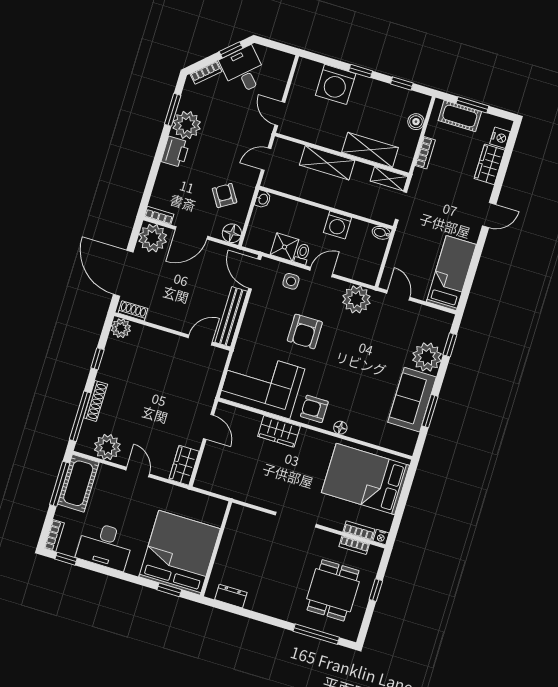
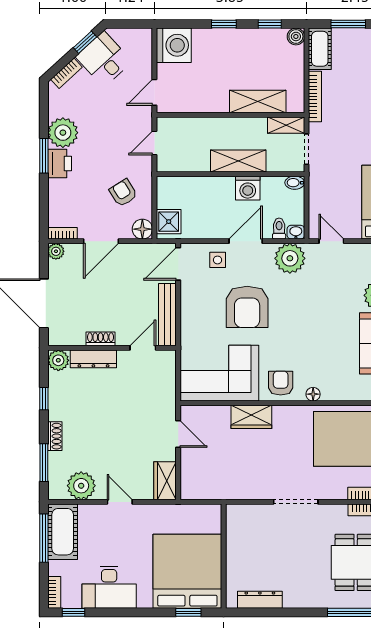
washing machine: (336, 84) -> (174, 45), moved, turned -90
window: (173, 110) -> (44, 156), moved
door: (280, 114) -> (154, 92), hinge flipped
cot: (460, 116) -> (320, 49), moved, turned 90
boiler: (416, 122) -> (296, 36), moved
bookcase: (425, 153) -> (315, 97), width x1.56
shelving: (327, 163) -> (238, 161), moved
washbasin: (263, 199) -> (296, 232), moved, turned -90
plant: (153, 238) -> (56, 251), width x0.53, depth x0.53
shower: (284, 247) -> (169, 222), moved
toilet: (302, 254) -> (279, 229), moved
door: (321, 272) -> (246, 241), width x1.38
door: (255, 274) -> (178, 264), hinge flipped
shoe rack: (133, 311) -> (101, 339), moved
armchair: (305, 331) -> (247, 307), width x1.36, depth x1.36
dresser: (153, 336) -> (93, 359), added
shoe rack: (96, 401) -> (55, 436), width x0.70
armchair: (314, 409) -> (281, 383), turned 90
window: (80, 416) -> (44, 463), width x0.69
dresser: (231, 596) -> (260, 600), width x1.44

